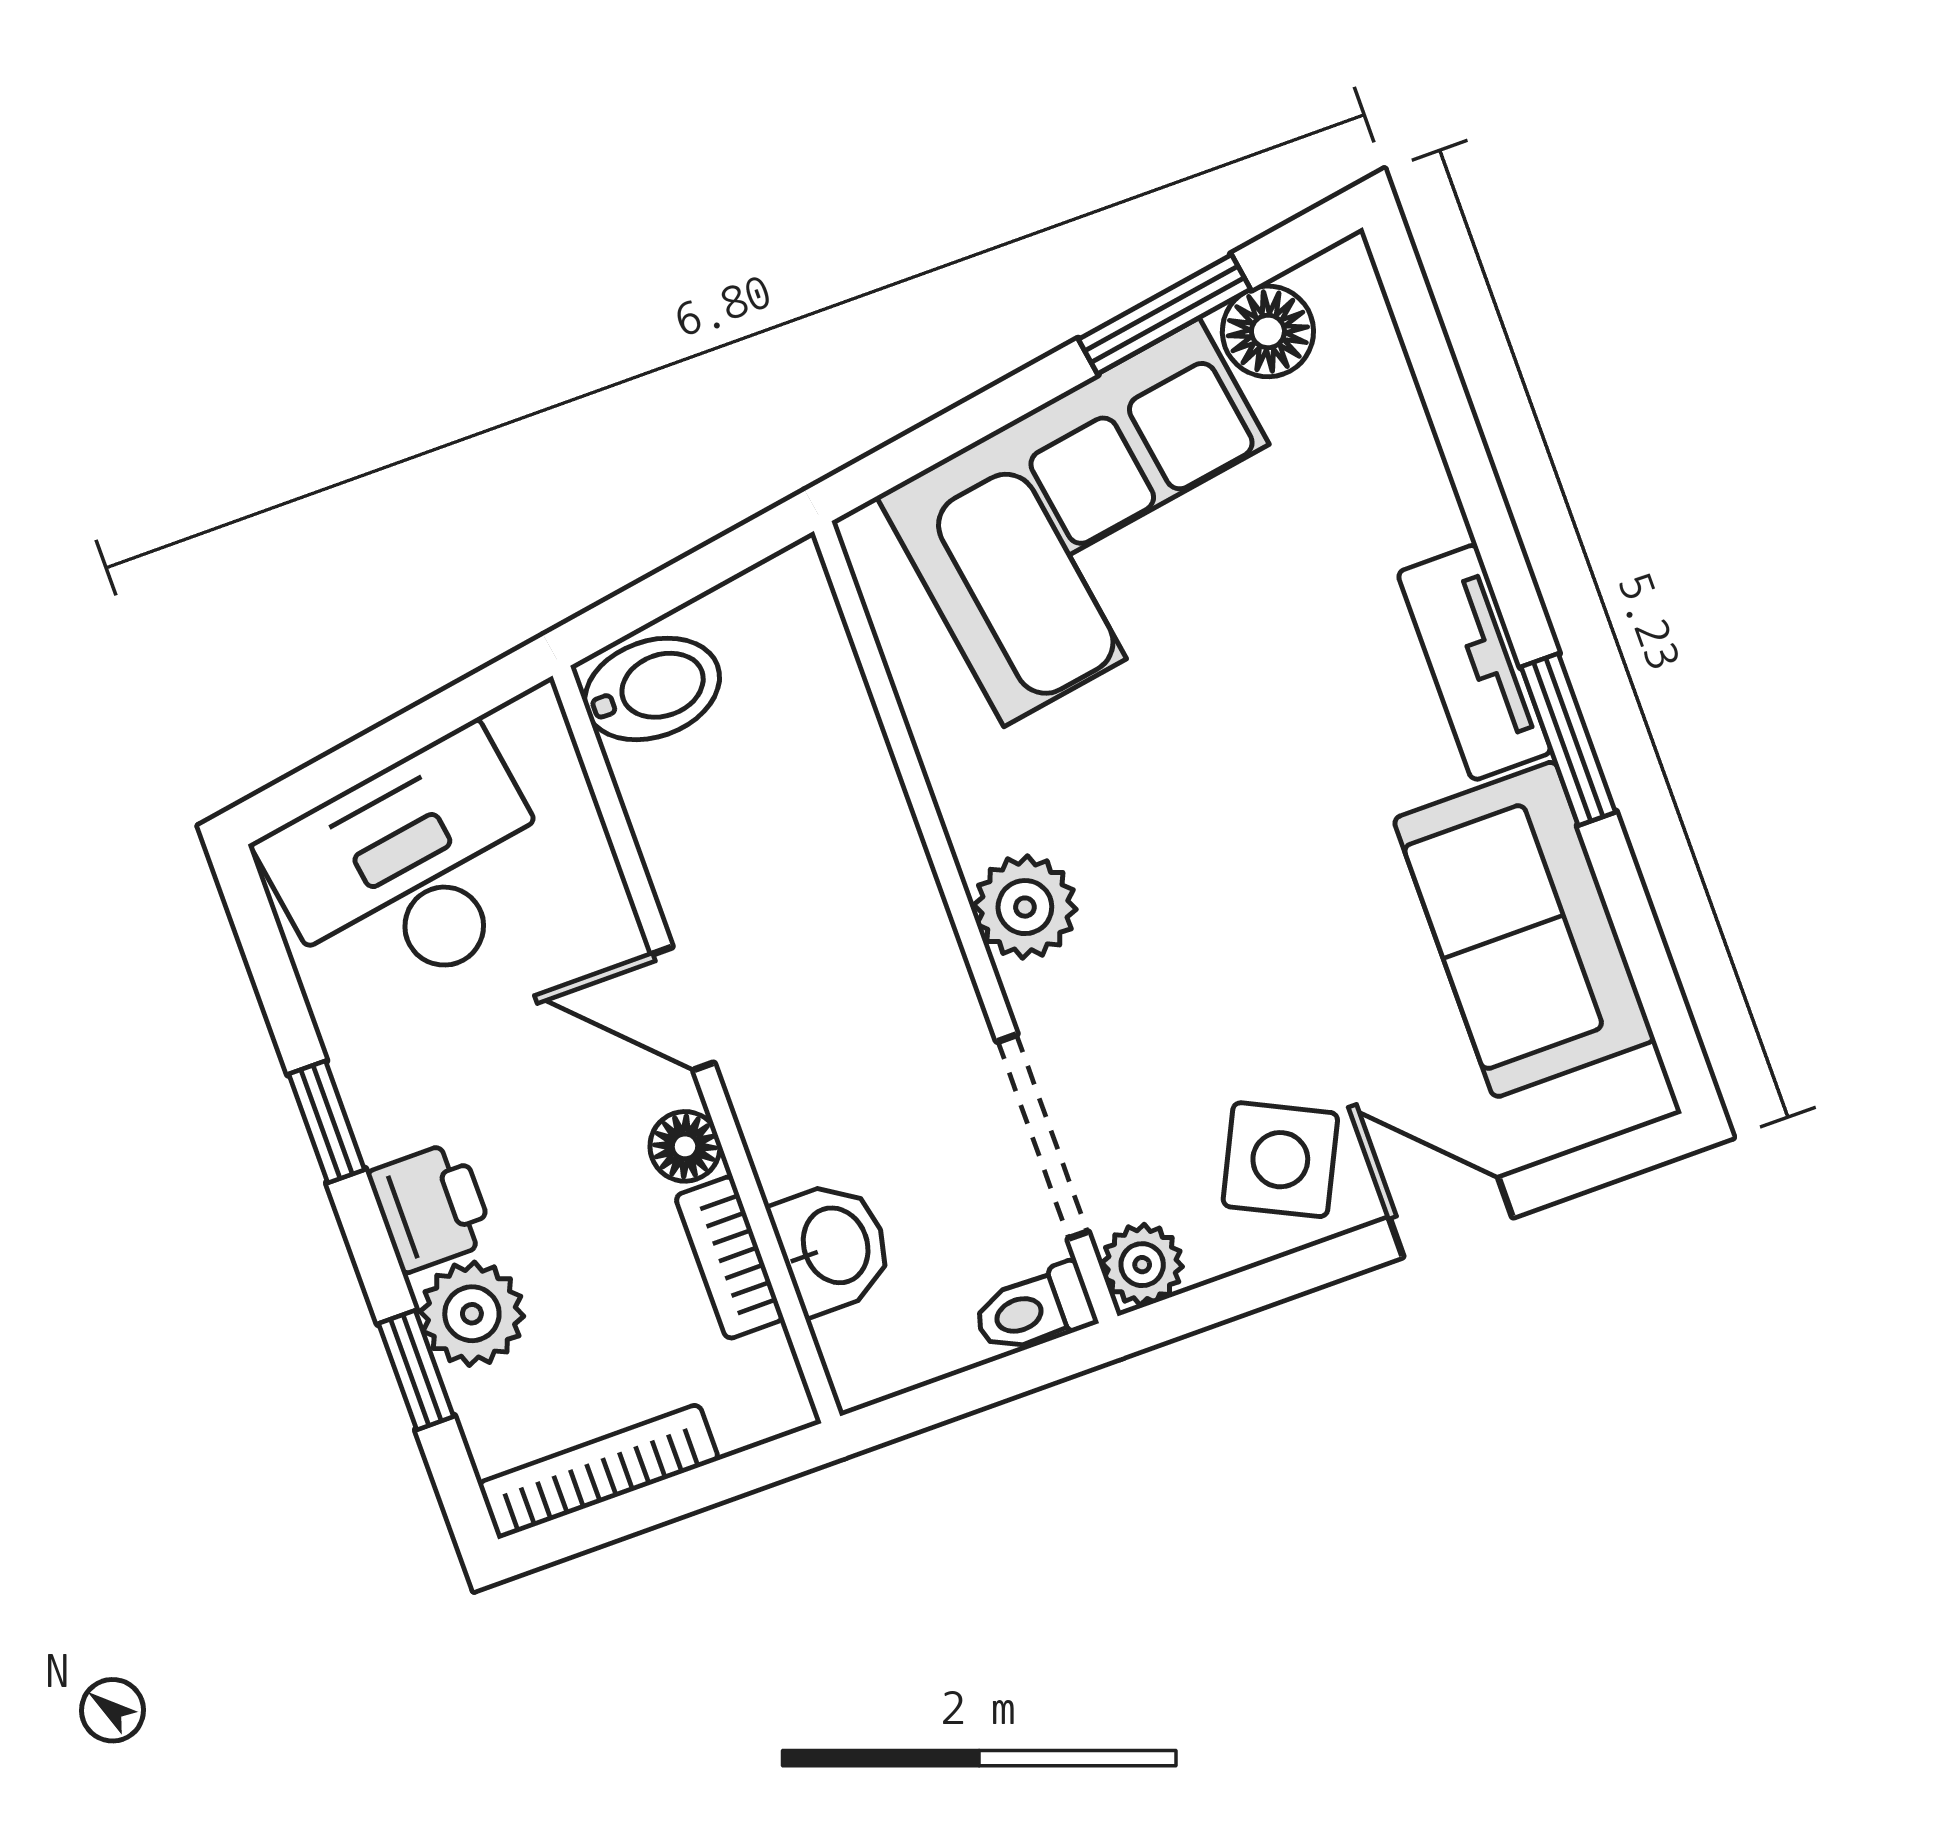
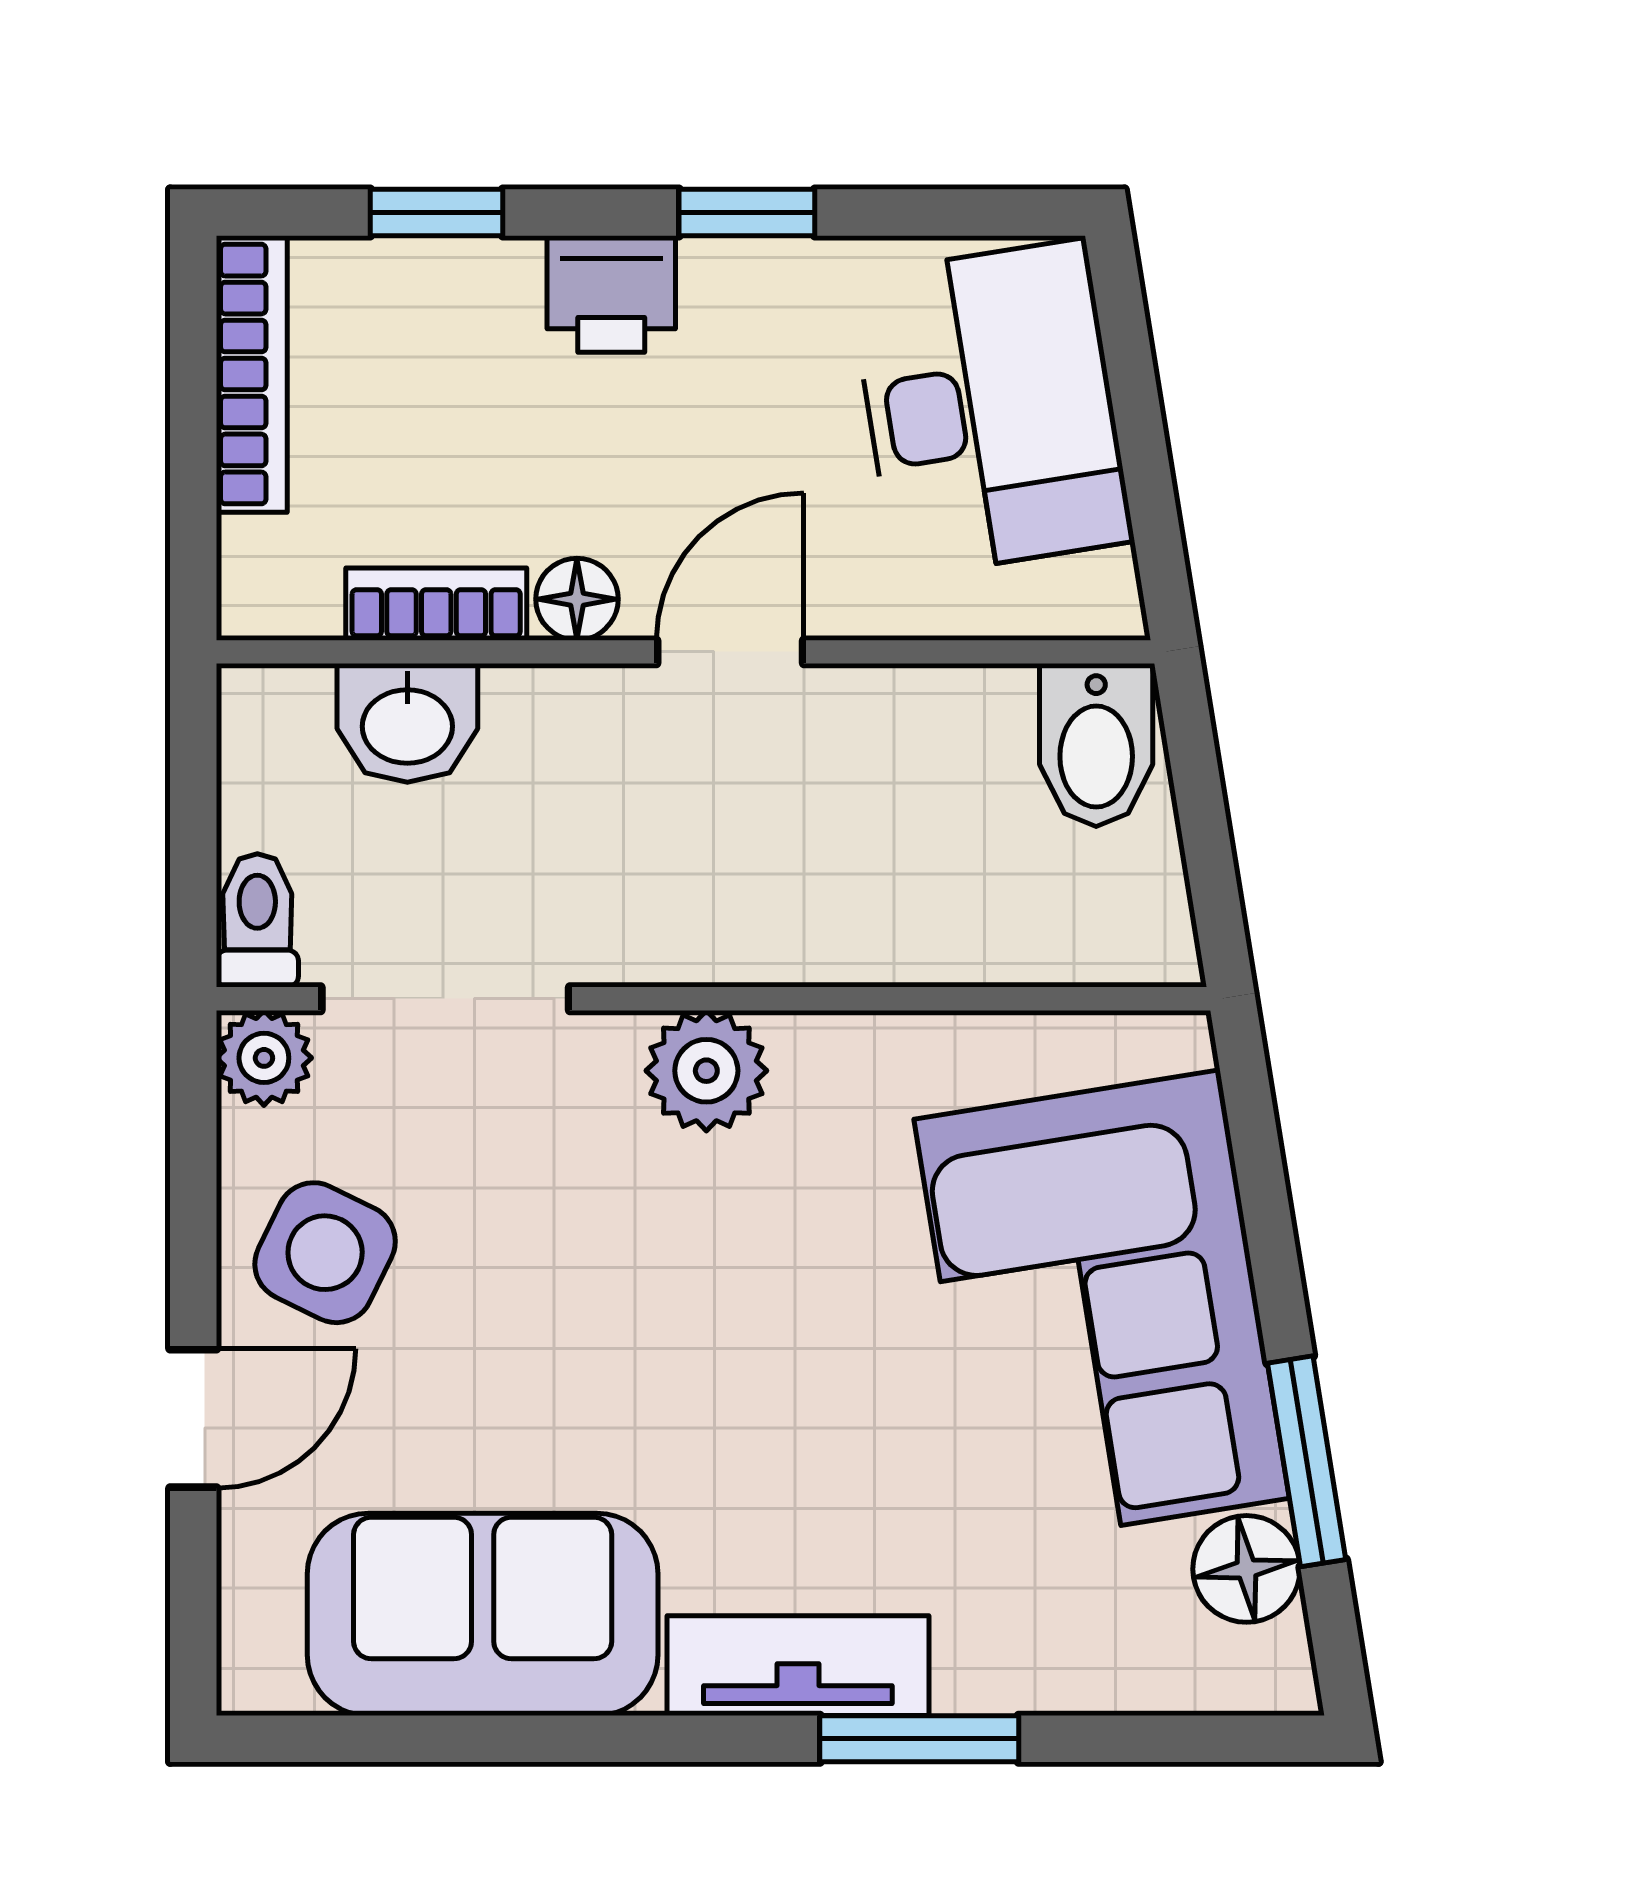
window: (1568, 739) -> (919, 1739), moved
plant: (472, 1314) -> (477, 297), removed

